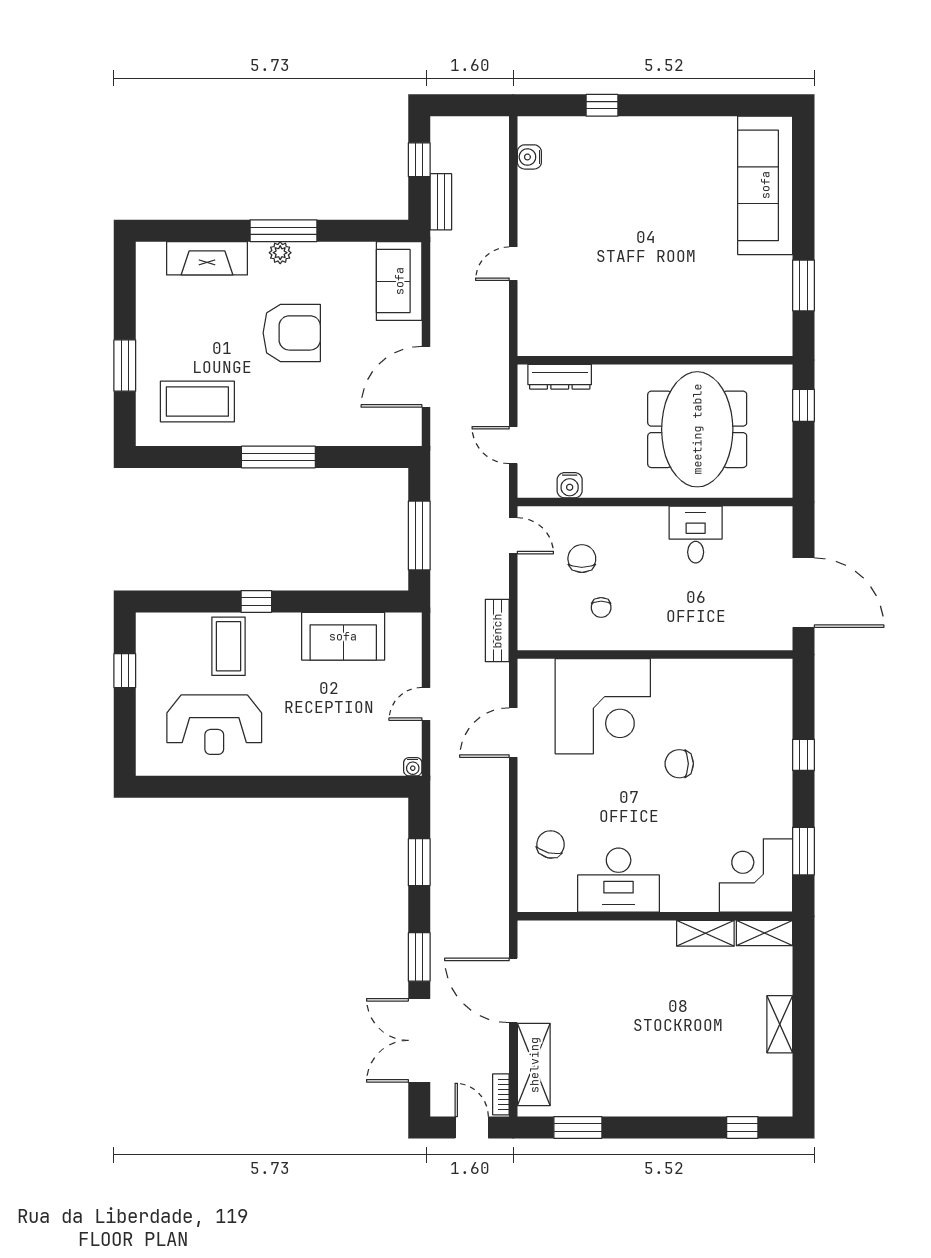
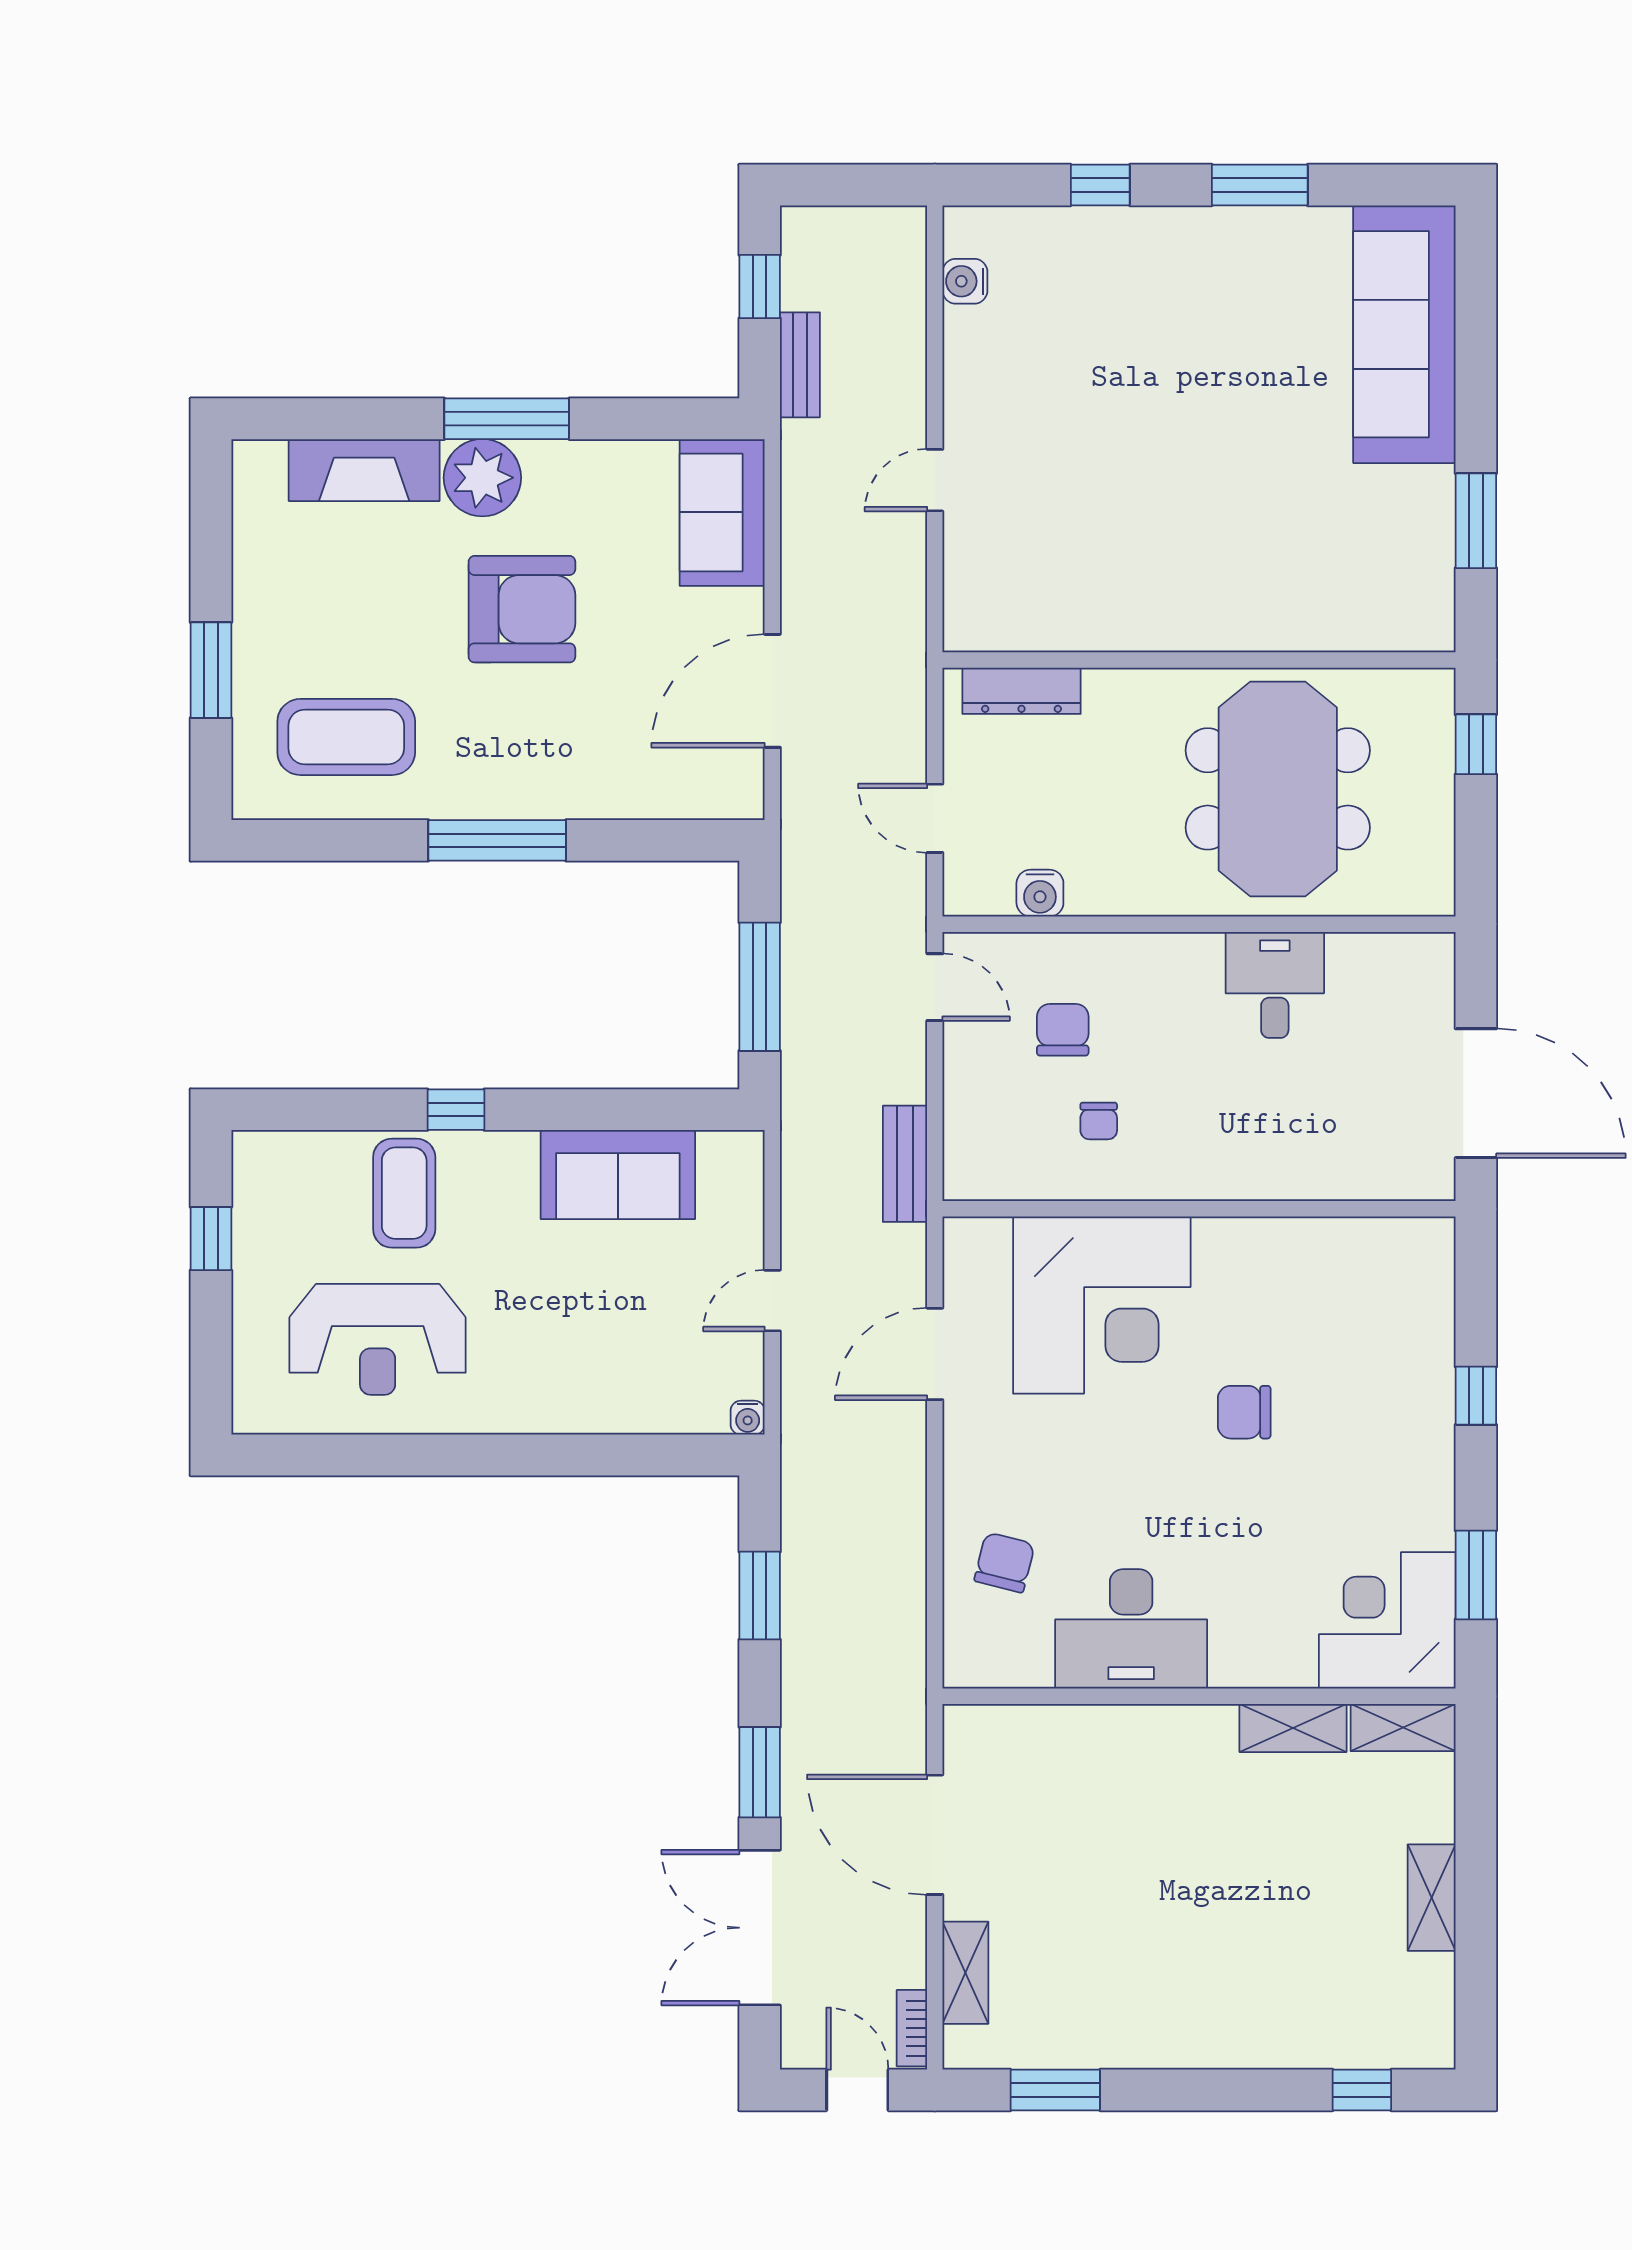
window: (688, 105) -> (1260, 185), added
plant: (280, 253) -> (482, 478), width x1.88, depth x1.88
shelving: (534, 1065) -> (965, 1973), width x0.67, depth x0.75

